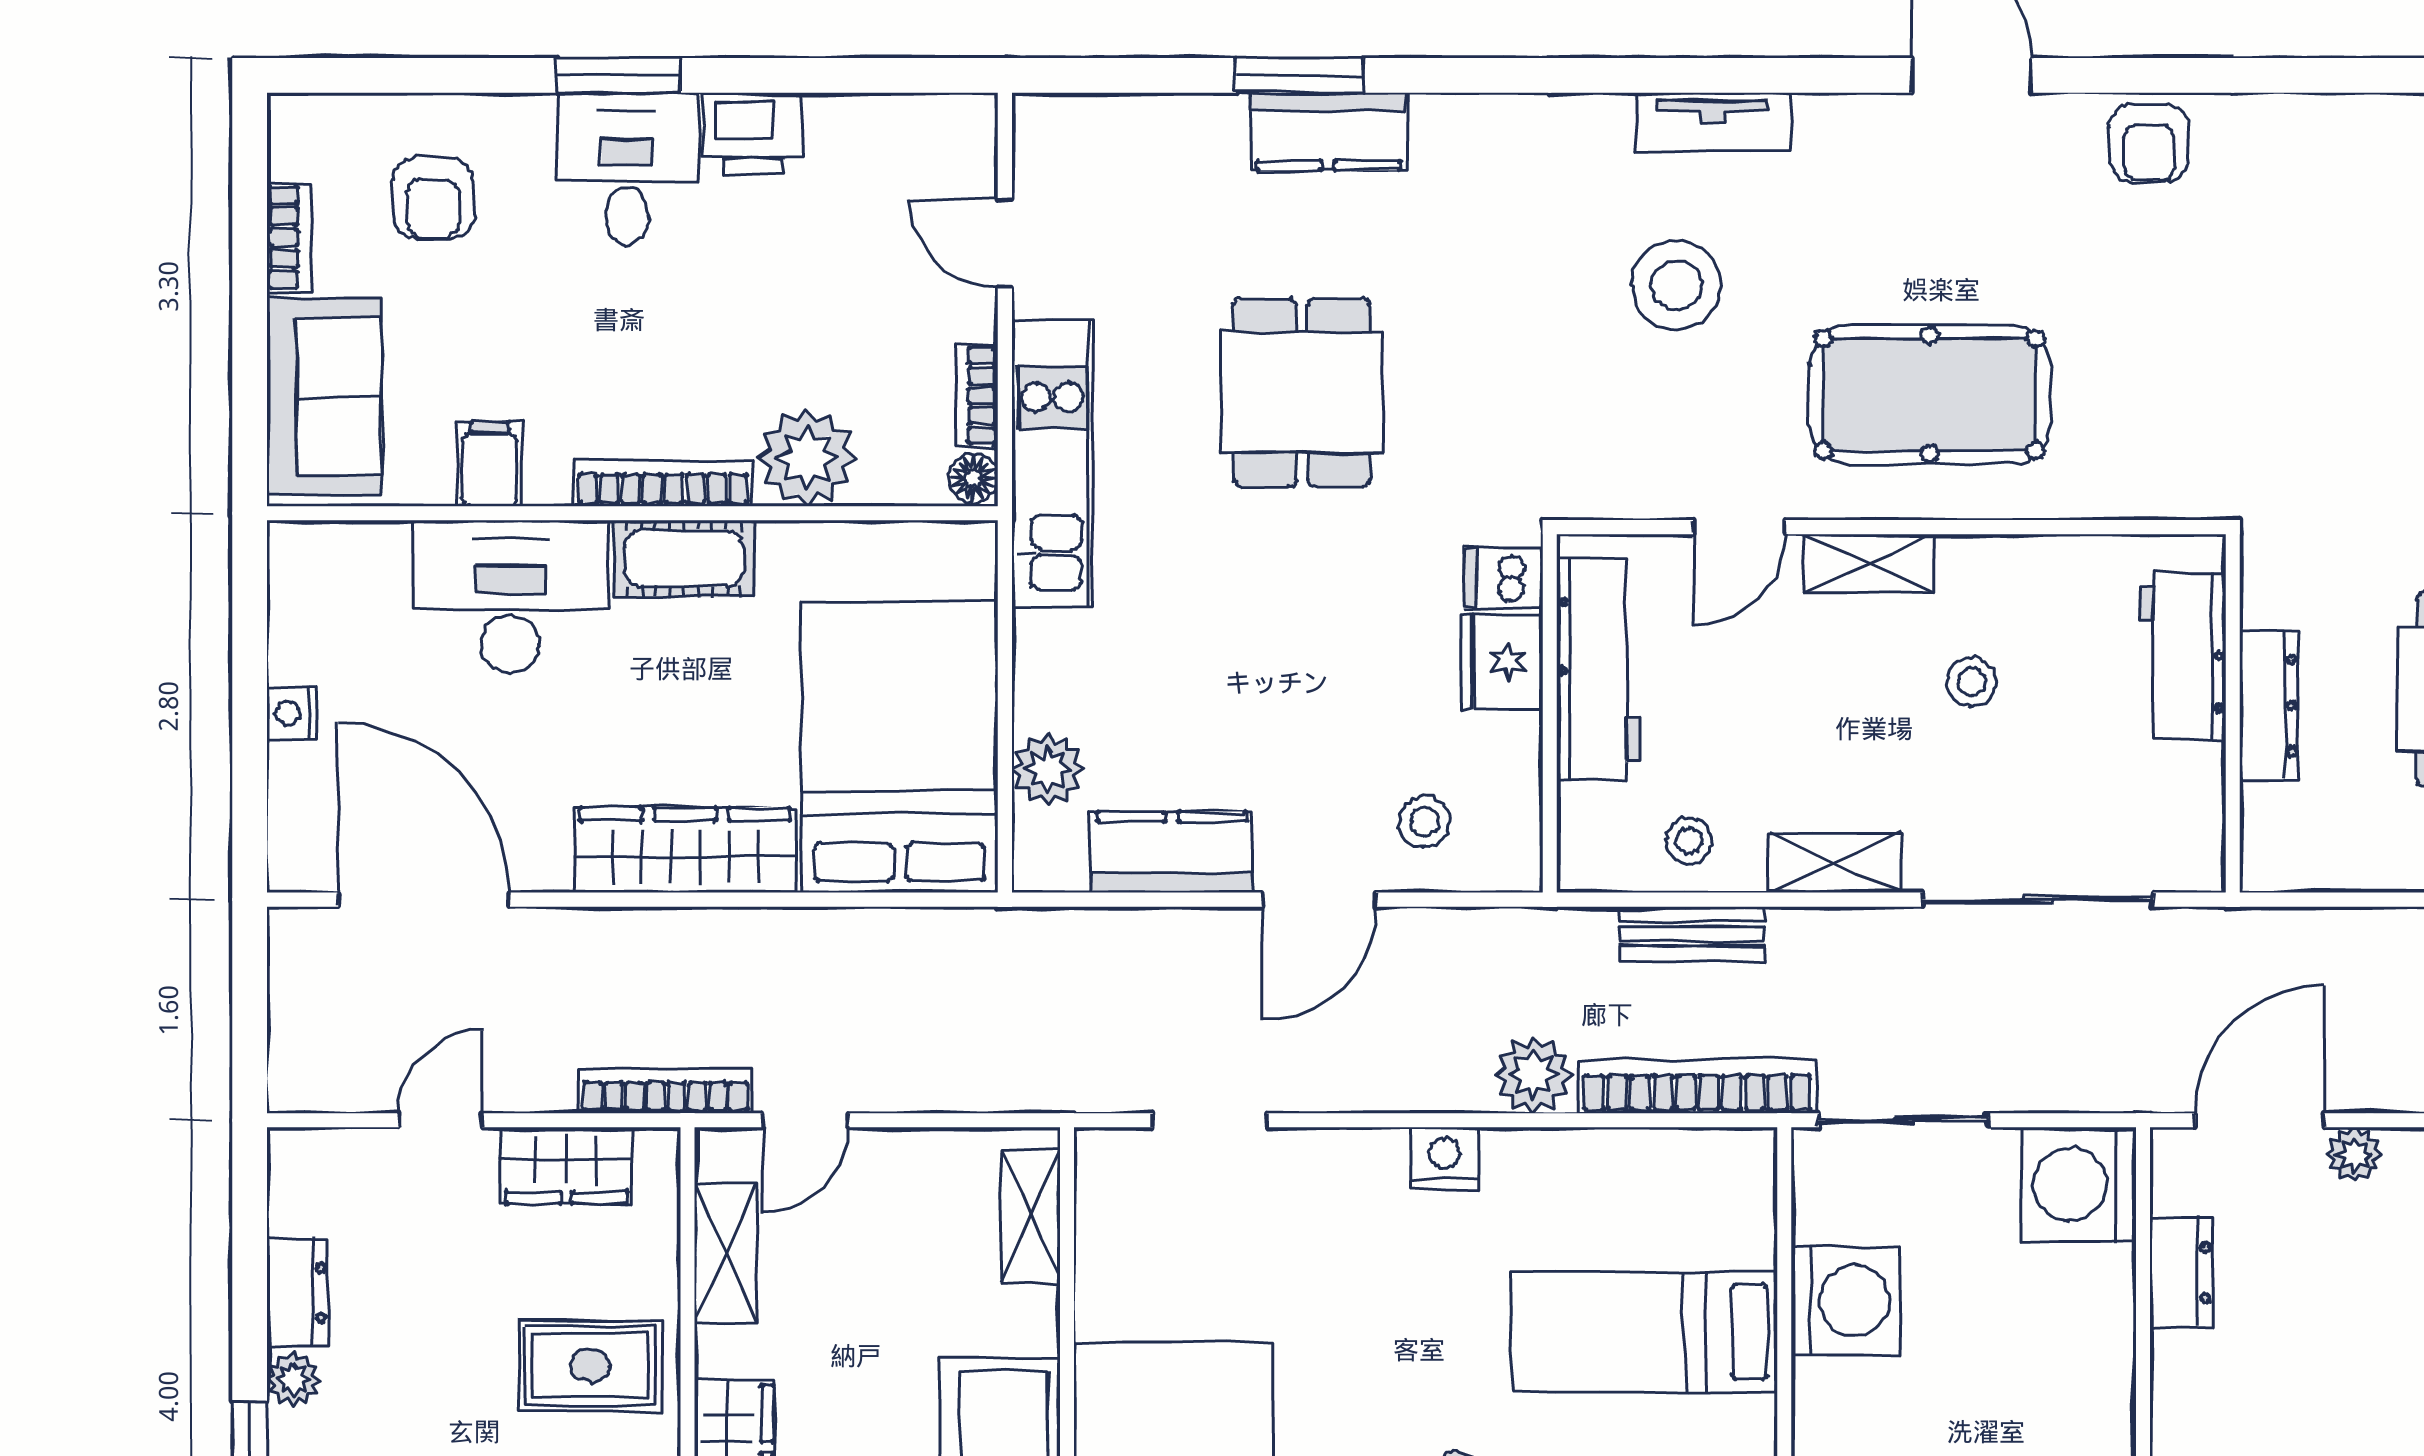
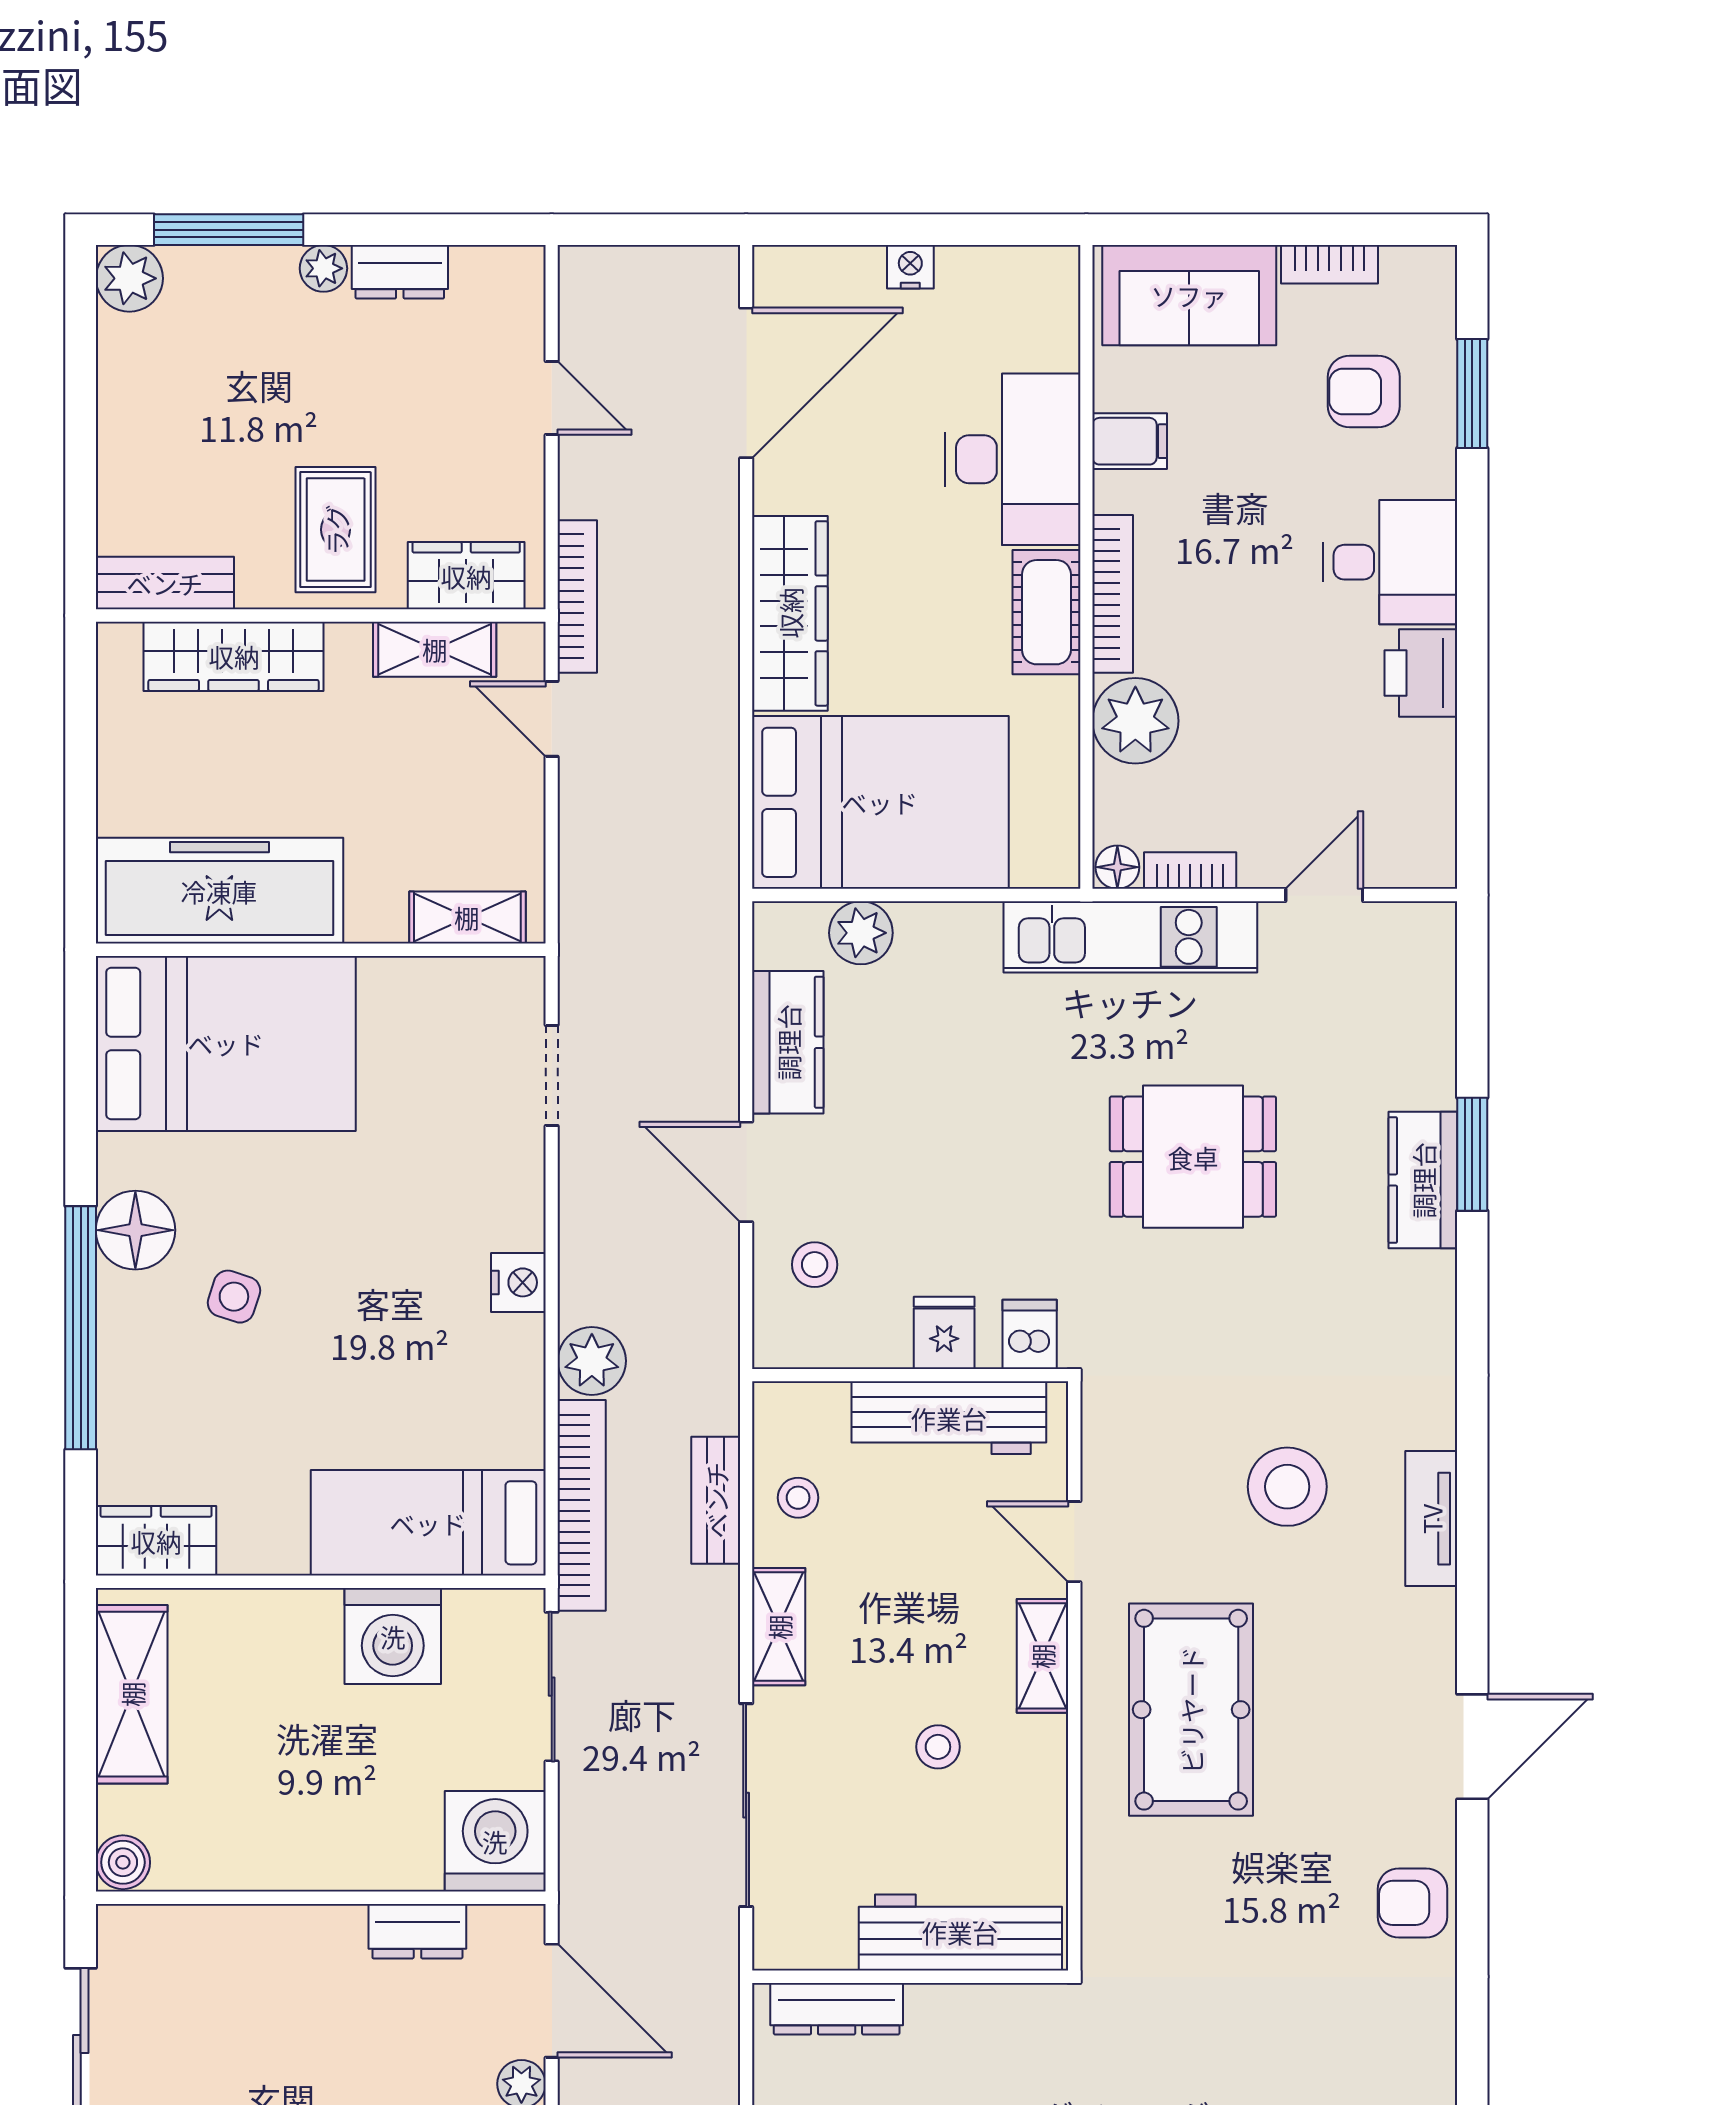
window: (619, 75) -> (1472, 393), moved
workbench: (2182, 656) -> (960, 1932), width x1.38
fridge: (1502, 662) -> (944, 1333), width x0.72
dresser: (2269, 706) -> (837, 2009), moved
wardrobe: (566, 1166) -> (466, 576), moved, turned 90
bed: (1644, 1332) -> (428, 1523), moved, turned -90

